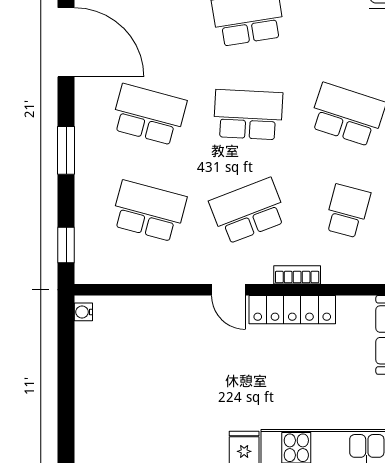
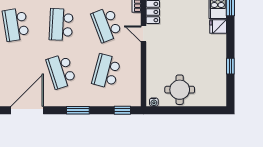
school desk: (149, 115) -> (61, 71), turned -33
door: (228, 290) -> (143, 34), swing flipped
round table: (110, 367) -> (180, 90), added

